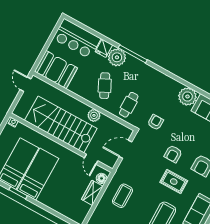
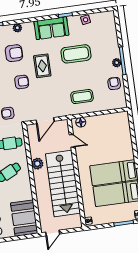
door: (125, 149) -> (45, 121), hinge flipped
door: (91, 159) -> (72, 141), hinge flipped
wardrobe: (92, 193) -> (97, 121), removed

